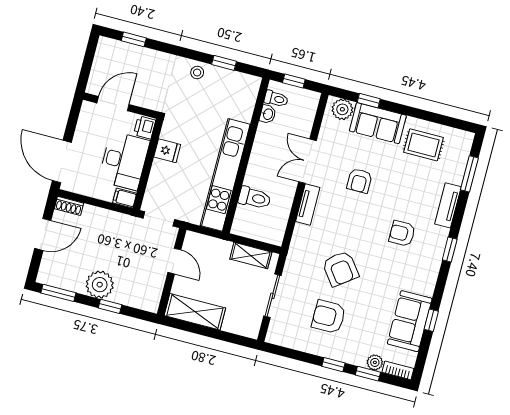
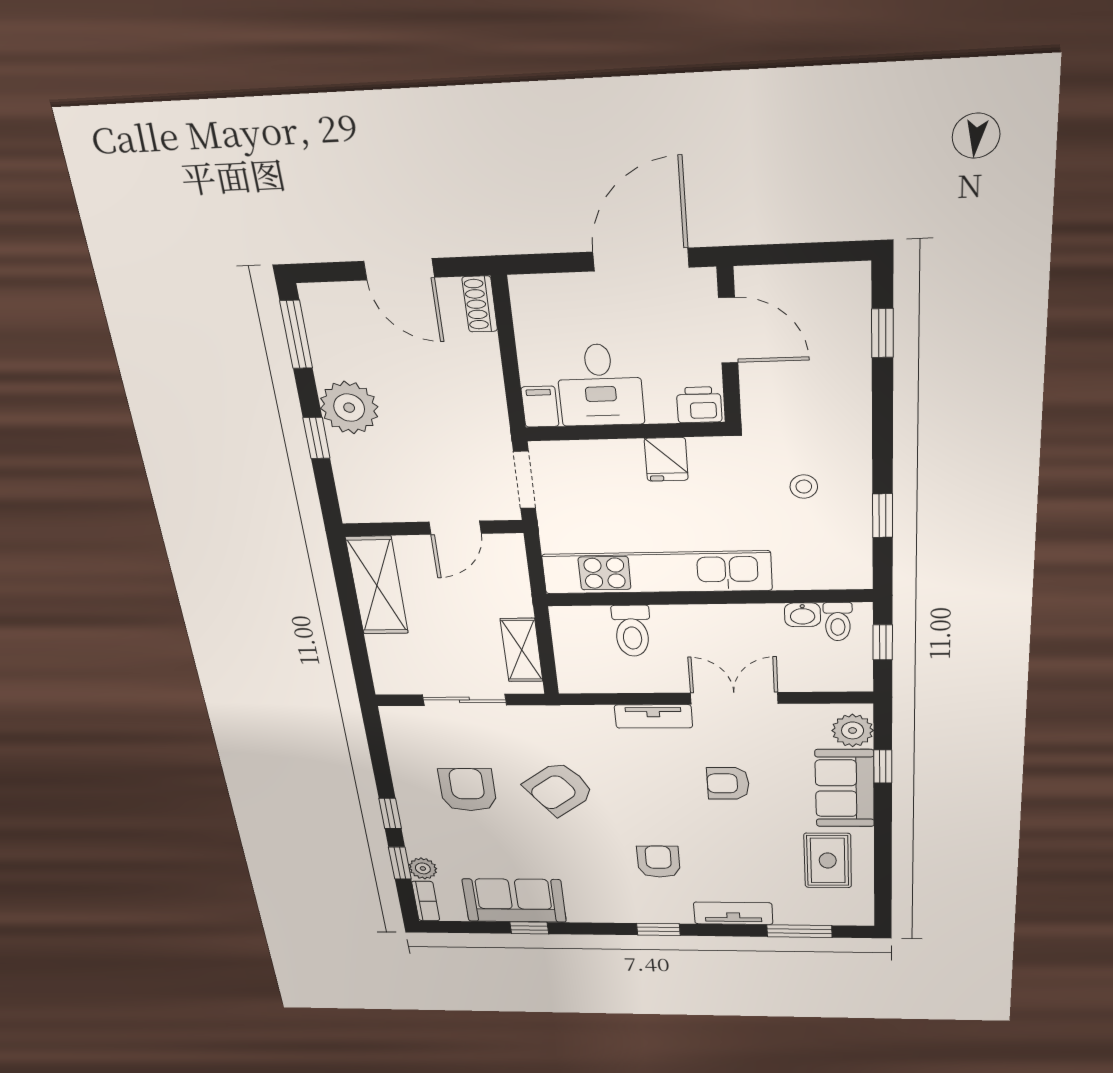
stool: (197, 72) -> (804, 487), moved
door: (62, 161) -> (641, 260), moved
desk: (124, 161) -> (600, 385), width x0.73

